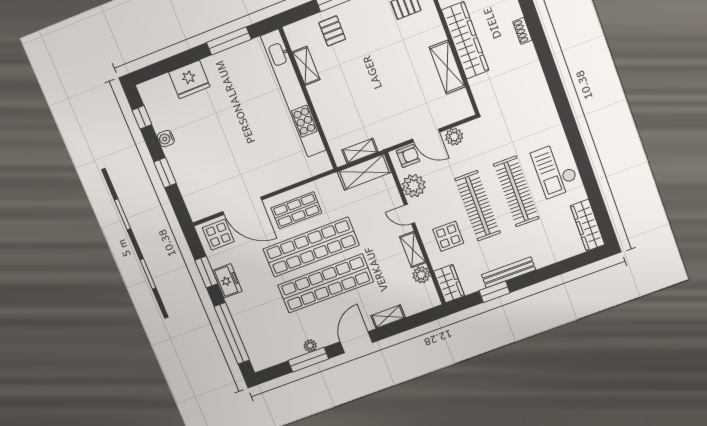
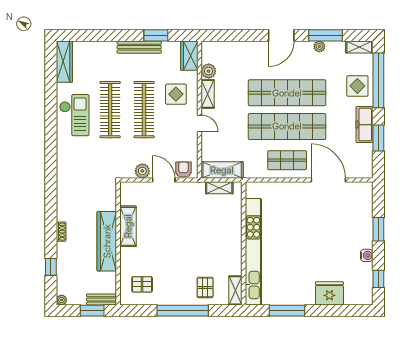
shelving: (306, 66) -> (235, 290), moved
armchair: (408, 156) -> (183, 169), turned 90
plant: (414, 186) -> (188, 144), removed
display table: (218, 235) -> (357, 86), moved
freezer: (227, 281) -> (365, 125), width x1.40
shelving: (388, 317) -> (359, 47), moved

